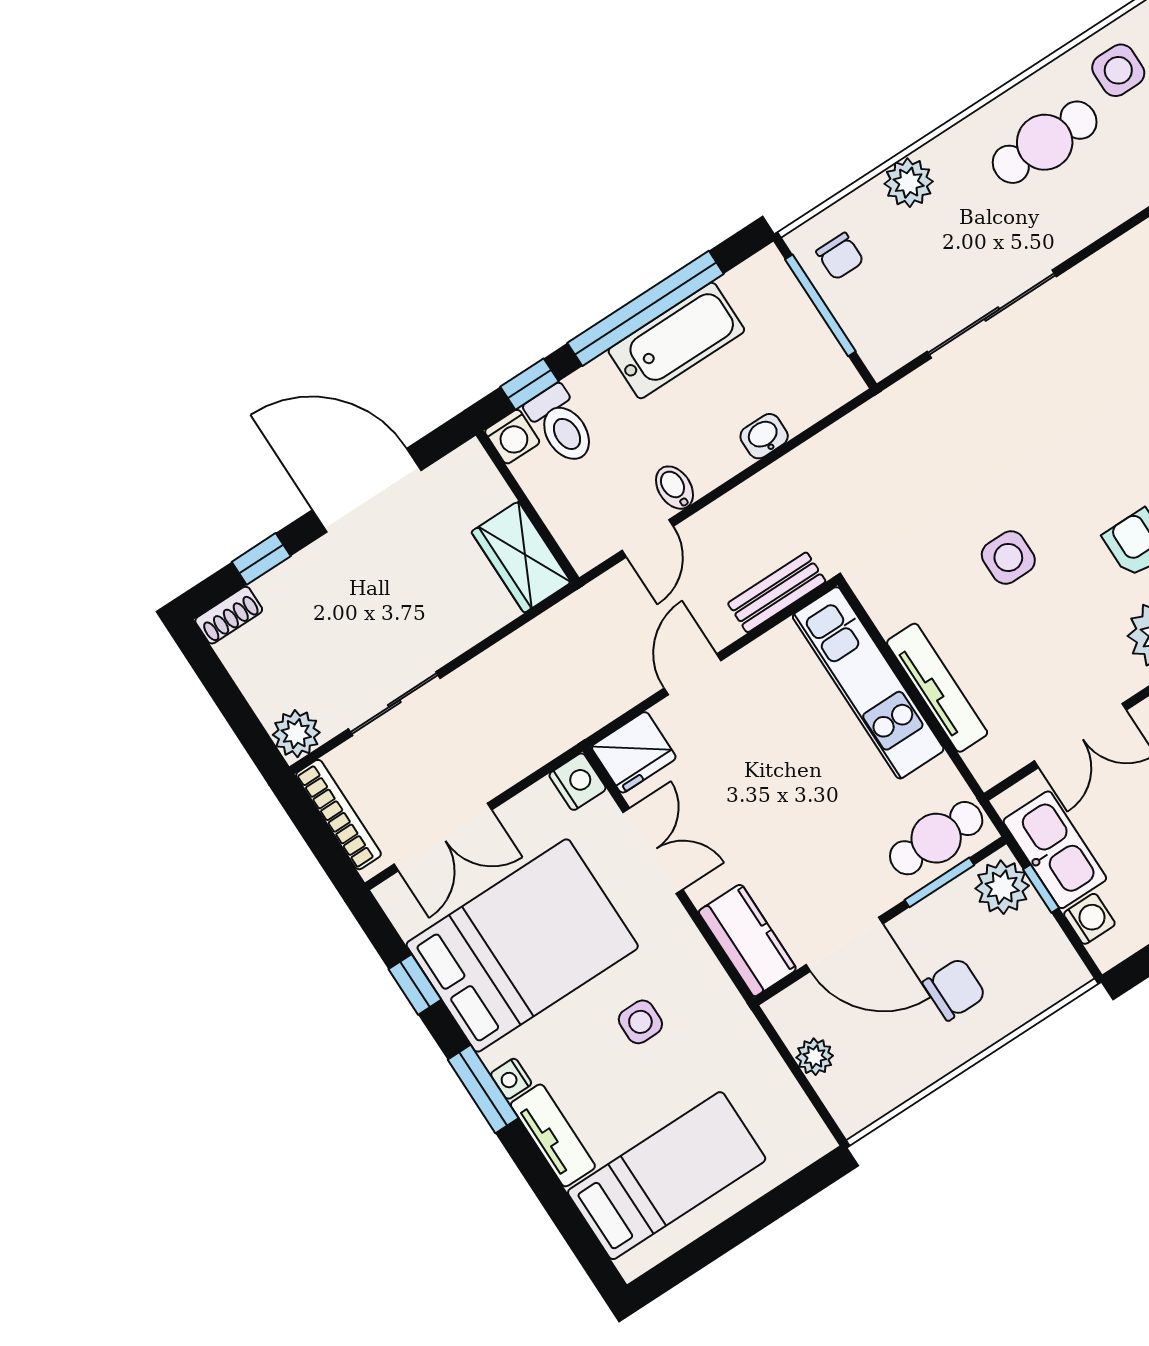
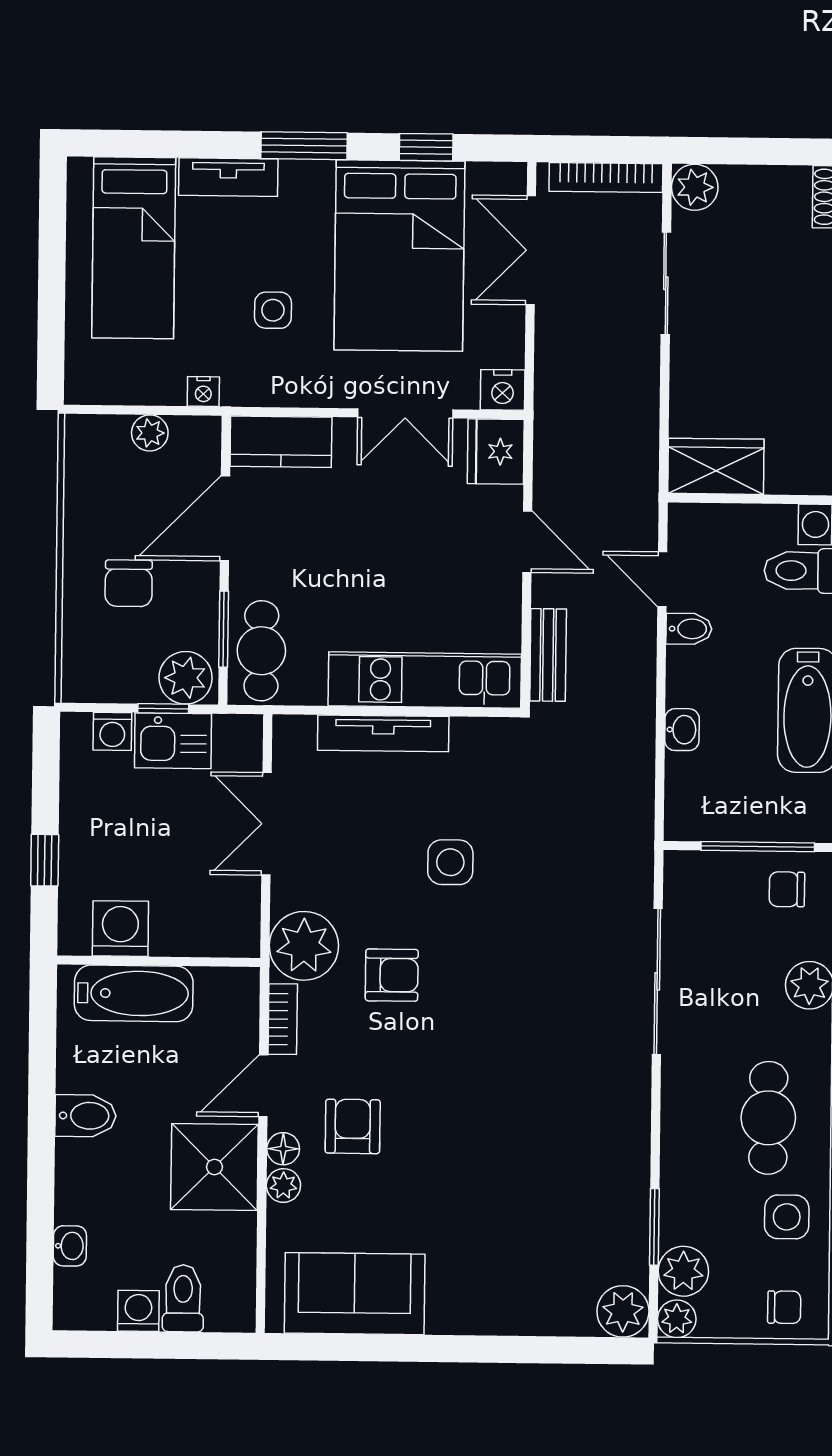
kitchen sink: (1055, 850) -> (173, 741), width x0.73
nightstand: (511, 1079) -> (203, 391), moved, turned 180

